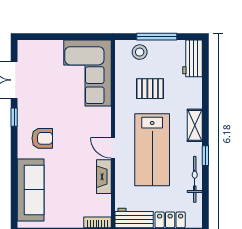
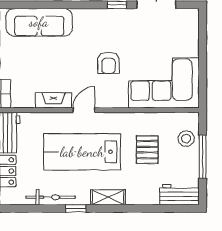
armchair: (42, 138) -> (109, 63), moved

